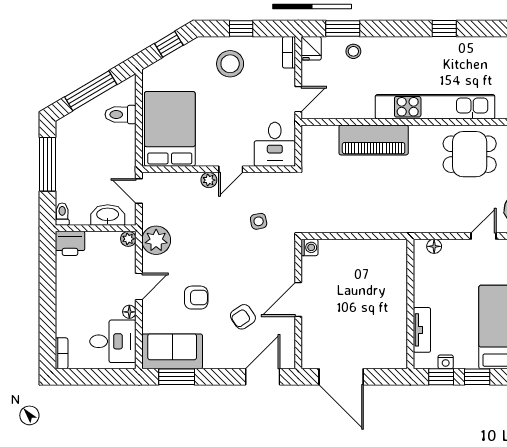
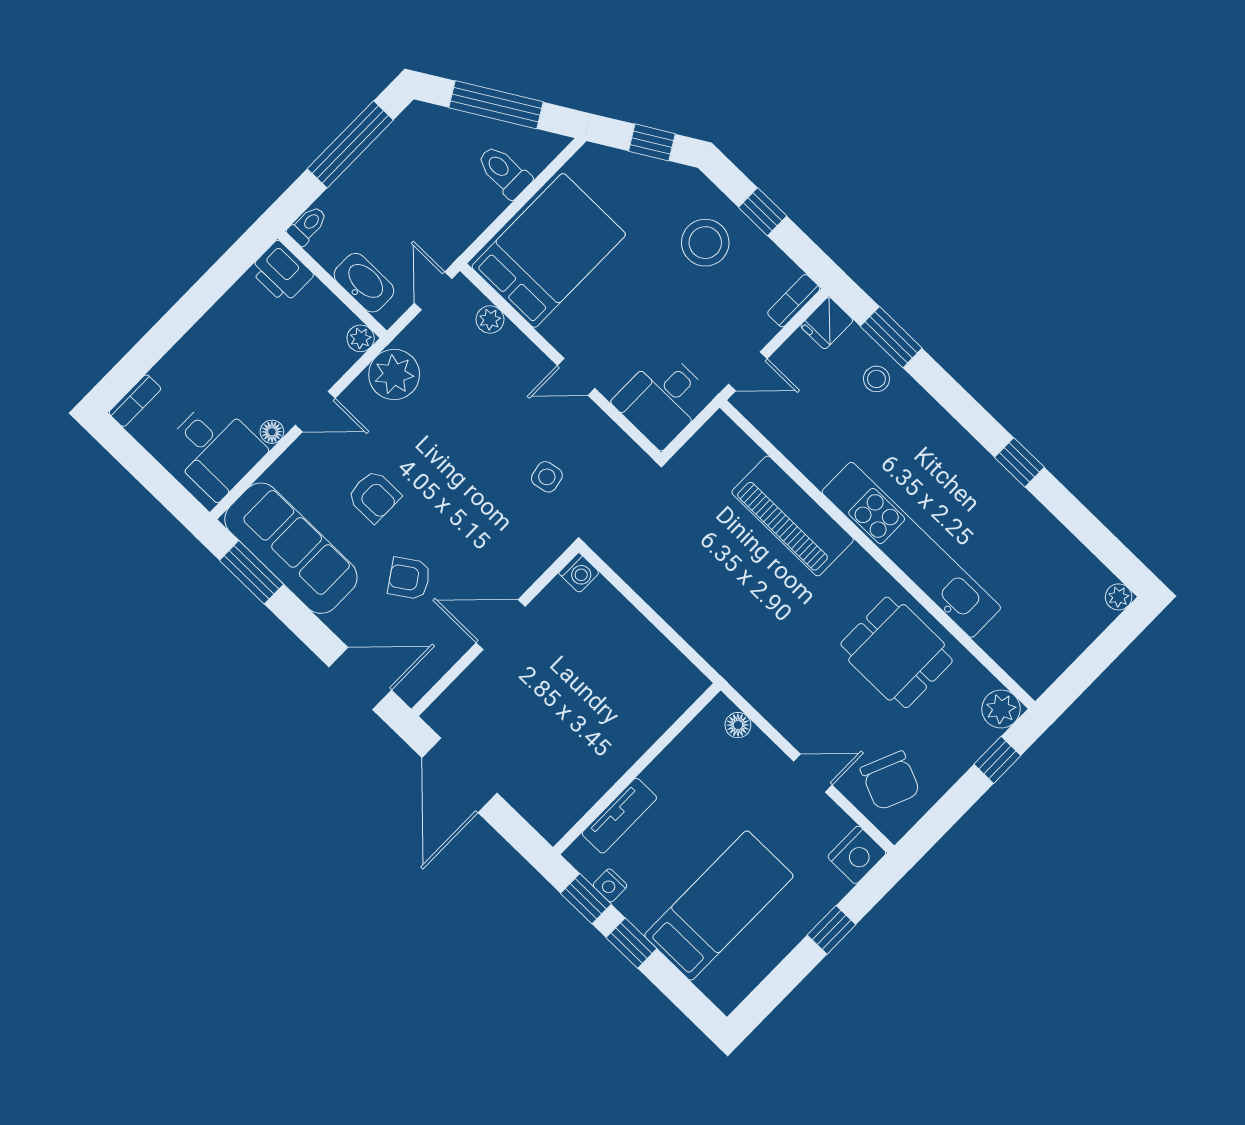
plant: (209, 180) -> (490, 319), moved
sofa: (172, 351) -> (291, 548), width x1.36

